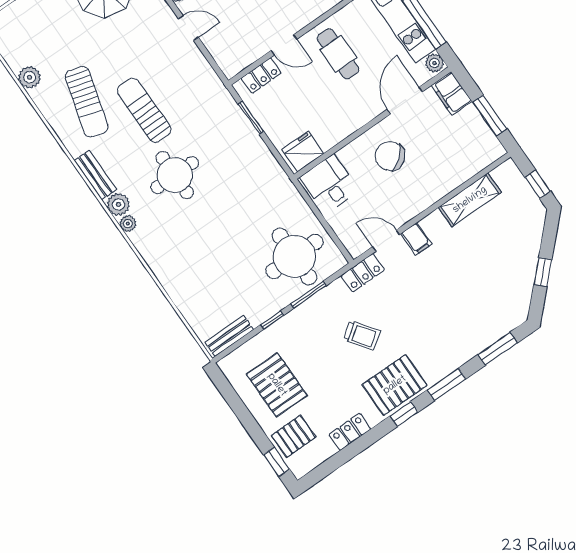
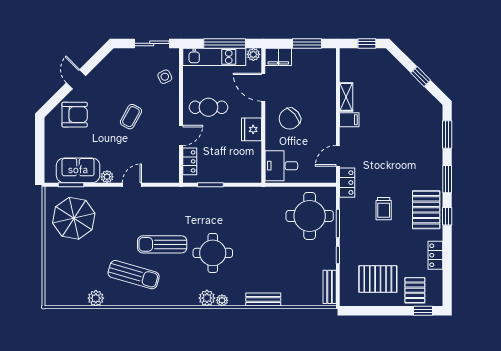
fridge: (303, 152) -> (252, 129), moved
bench: (95, 175) -> (263, 300), moved
shelving: (470, 200) -> (346, 97), width x0.67, depth x0.75
filing cabinet: (416, 239) -> (349, 120), moved
trolley: (362, 335) -> (384, 209), turned 126

